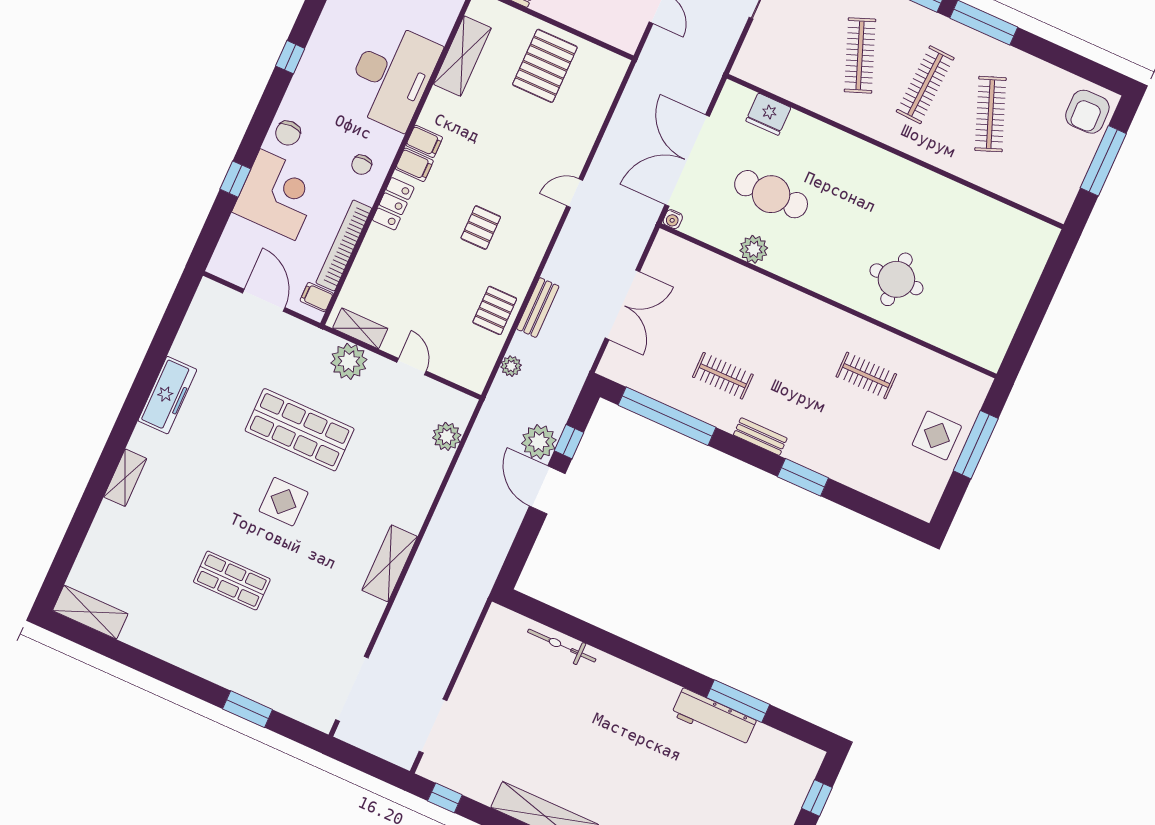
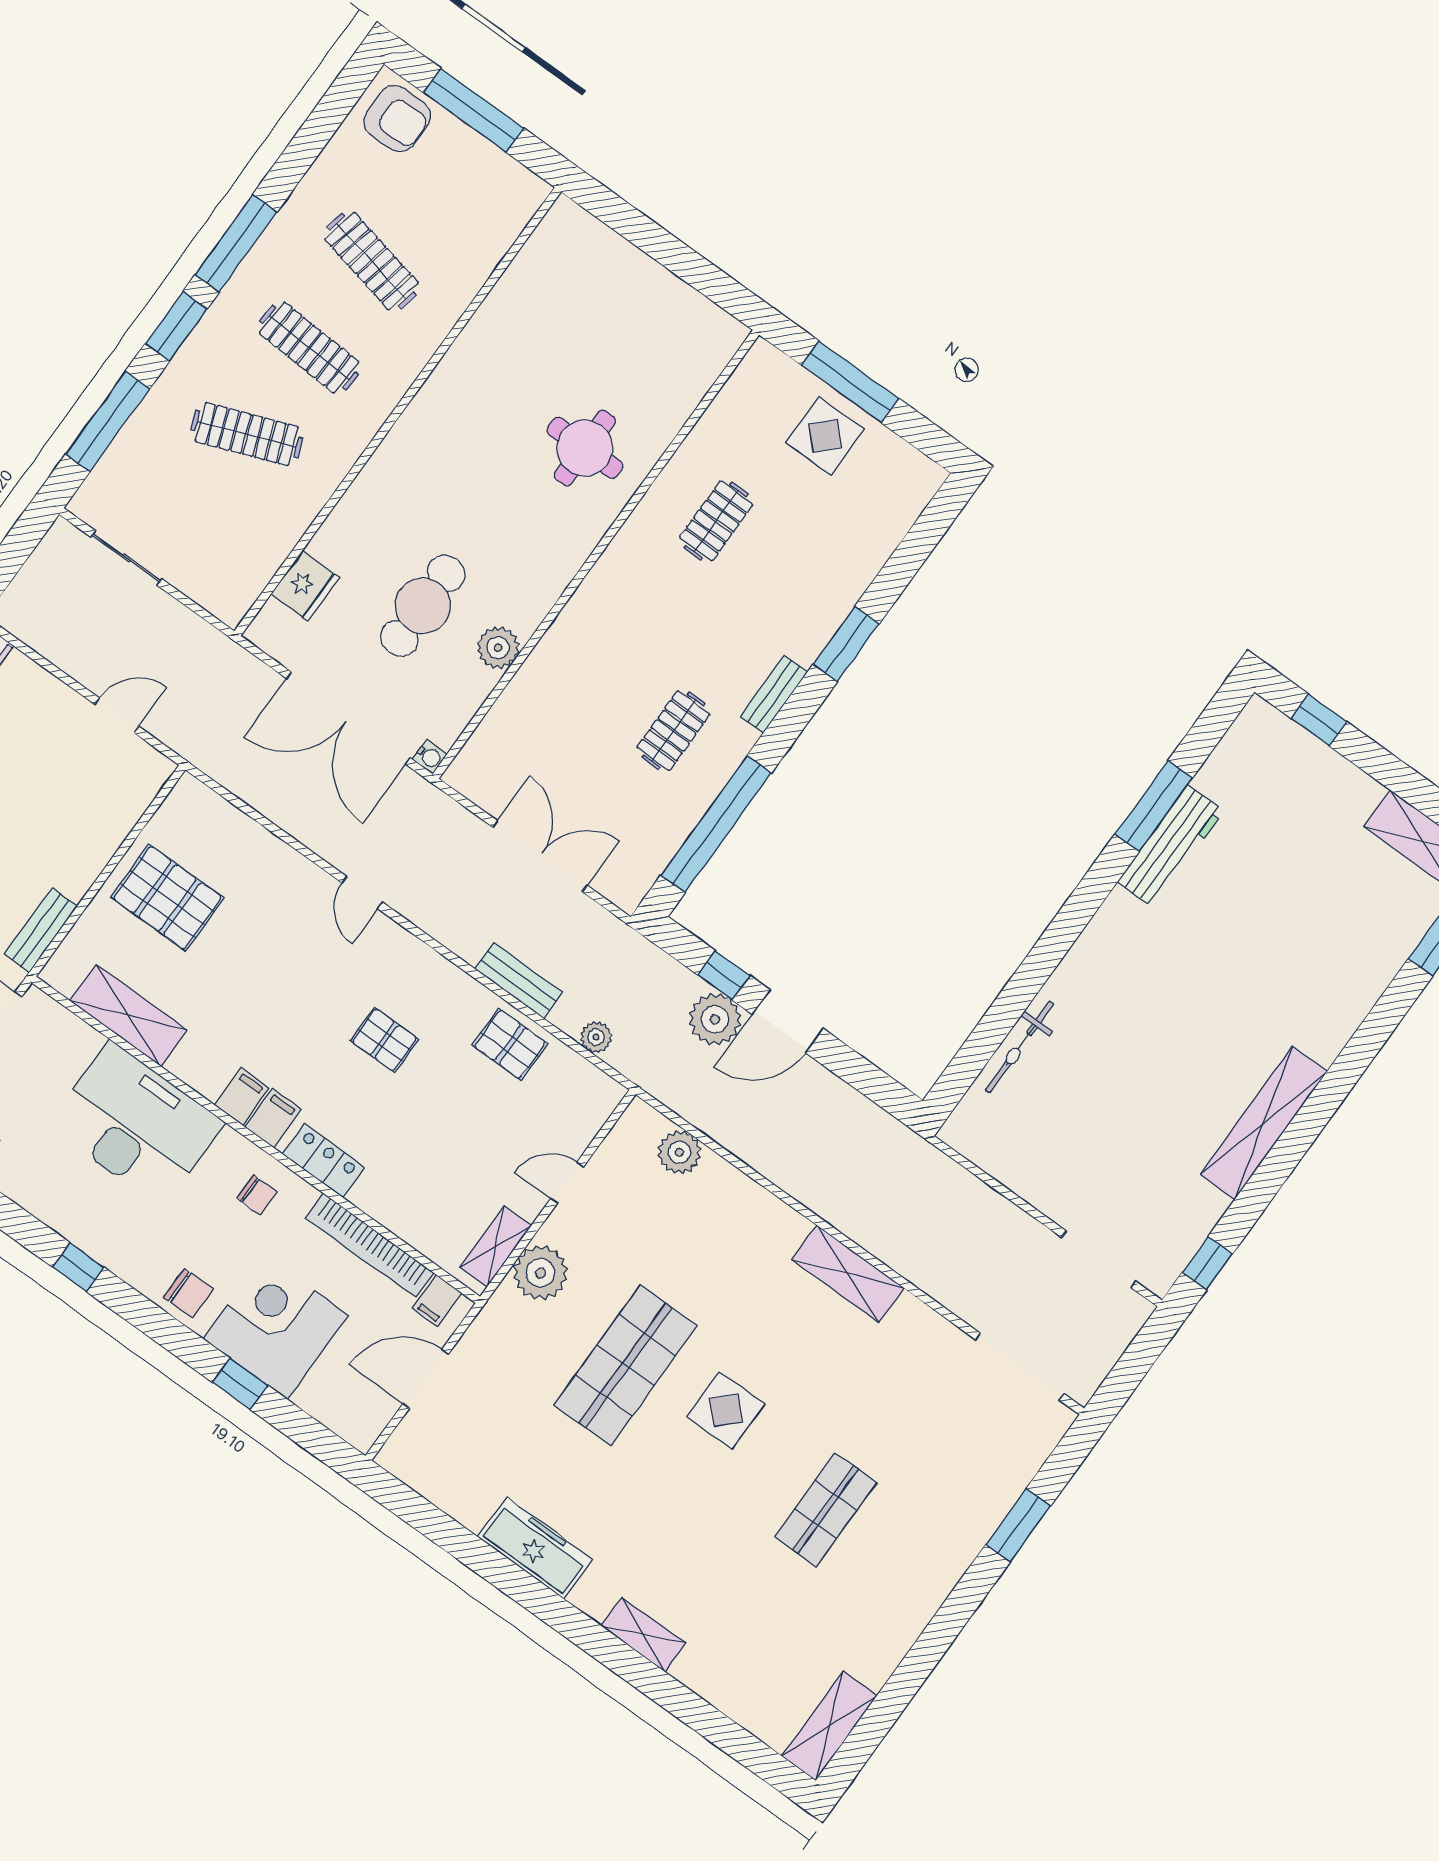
clothes rail: (990, 114) -> (372, 261), turned 33

